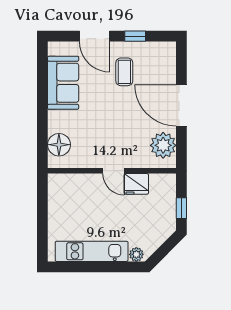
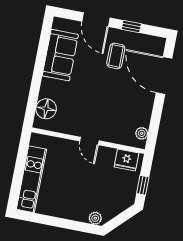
door: (181, 105) -> (164, 76), moved
plant: (163, 145) -> (142, 133), width x0.53, depth x0.53
fridge: (136, 184) -> (126, 160), moved
kitchen unit: (92, 251) -> (31, 179), moved, turned 90

